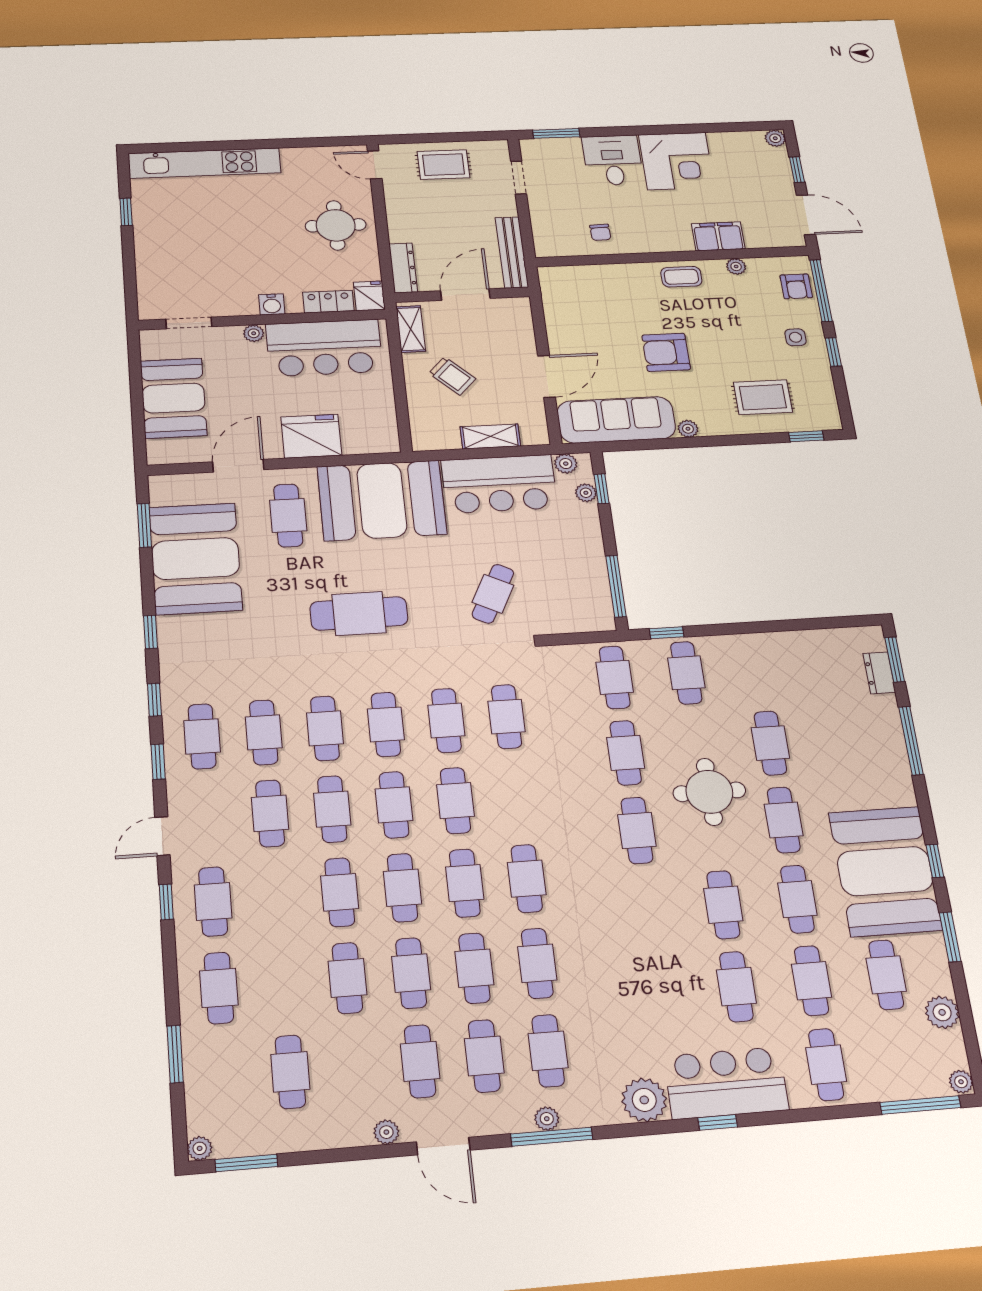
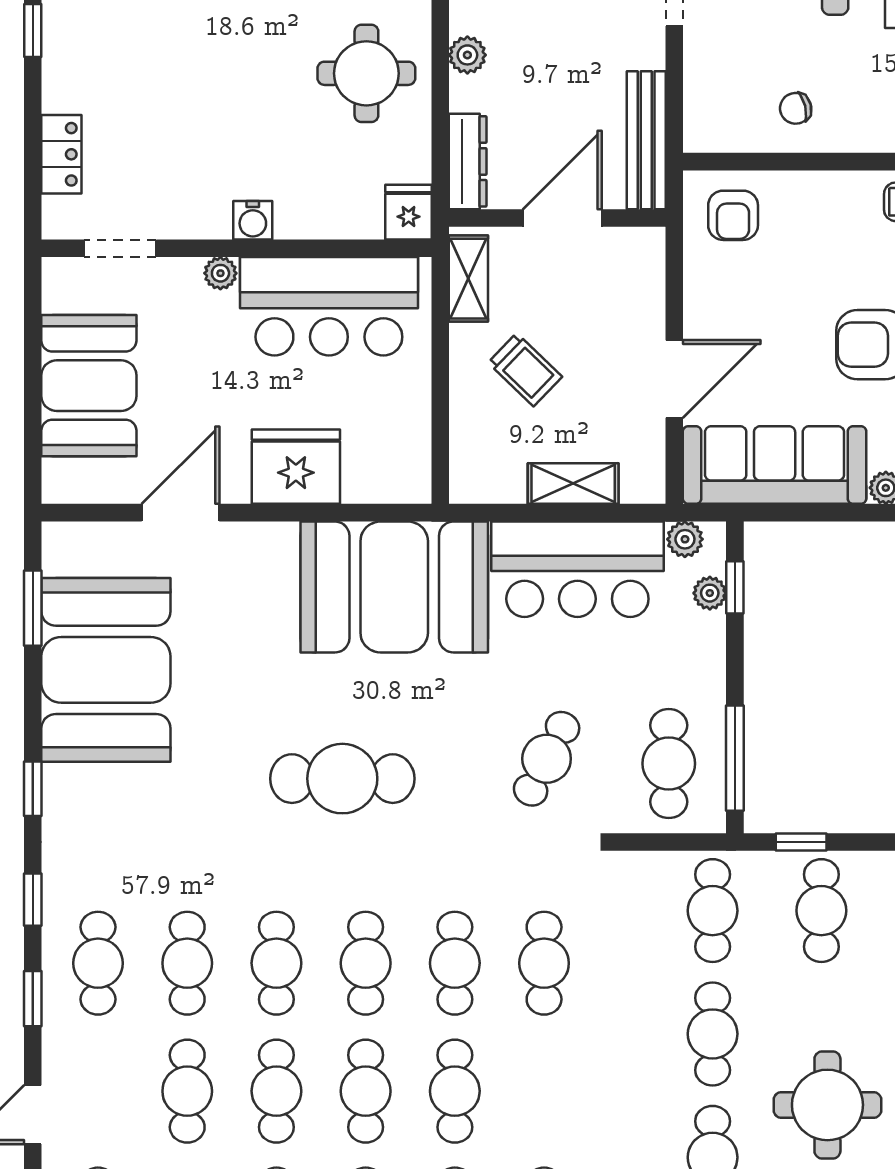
plant: (397, 214) -> (467, 55), added
chair: (600, 232) -> (796, 108), turned 78
armchair: (571, 289) -> (733, 215), added
locker: (328, 302) -> (61, 154), moved, turned 90
cafe table: (288, 515) -> (669, 764), moved

